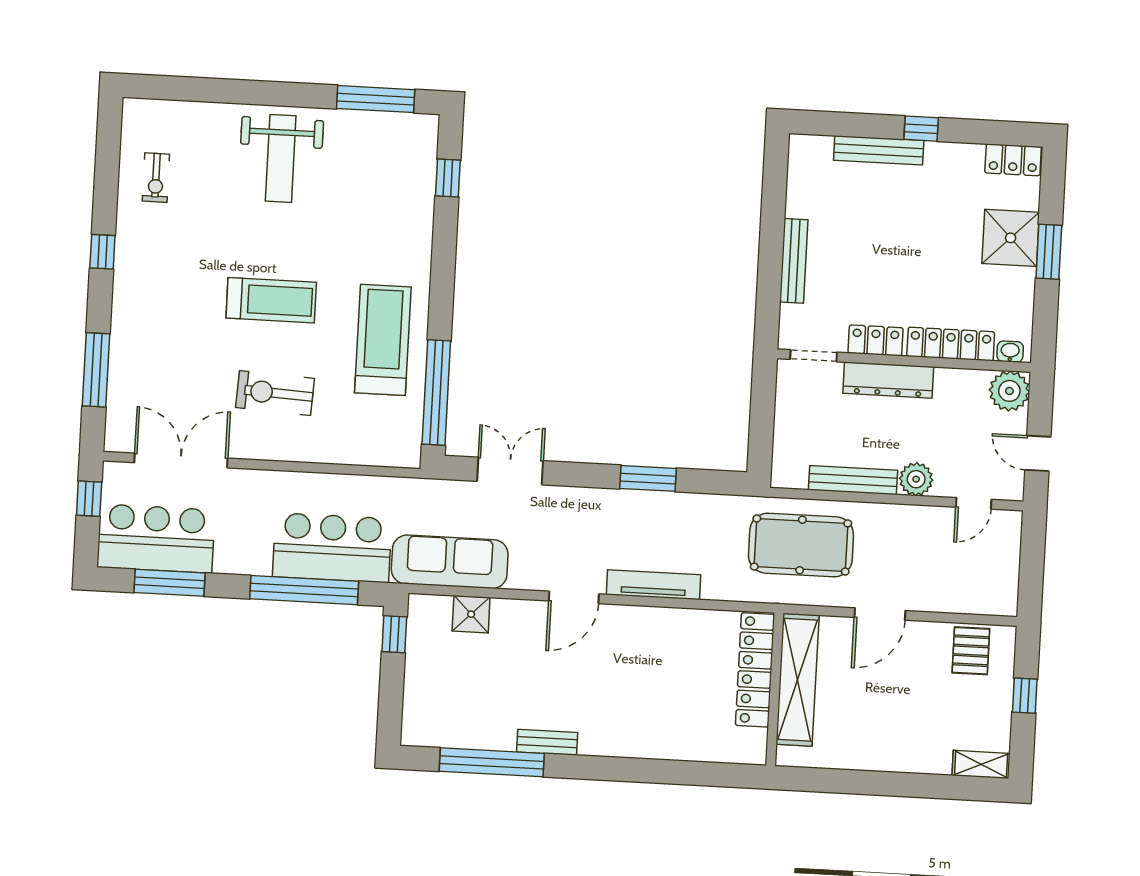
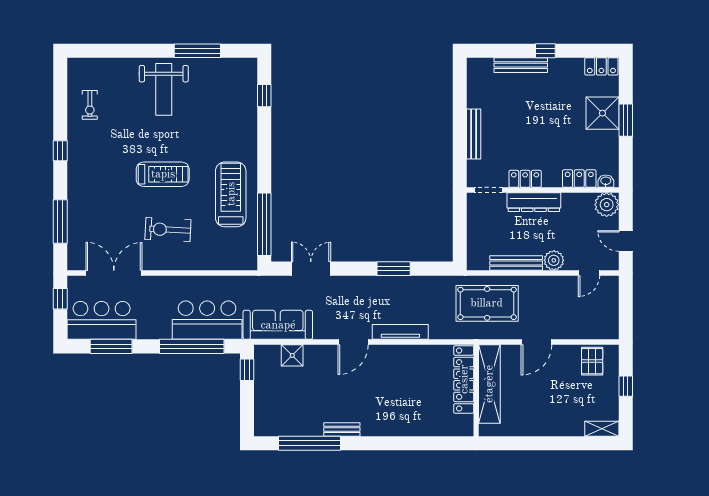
window: (376, 99) -> (197, 51), moved
locker: (951, 344) -> (579, 179), width x0.66

